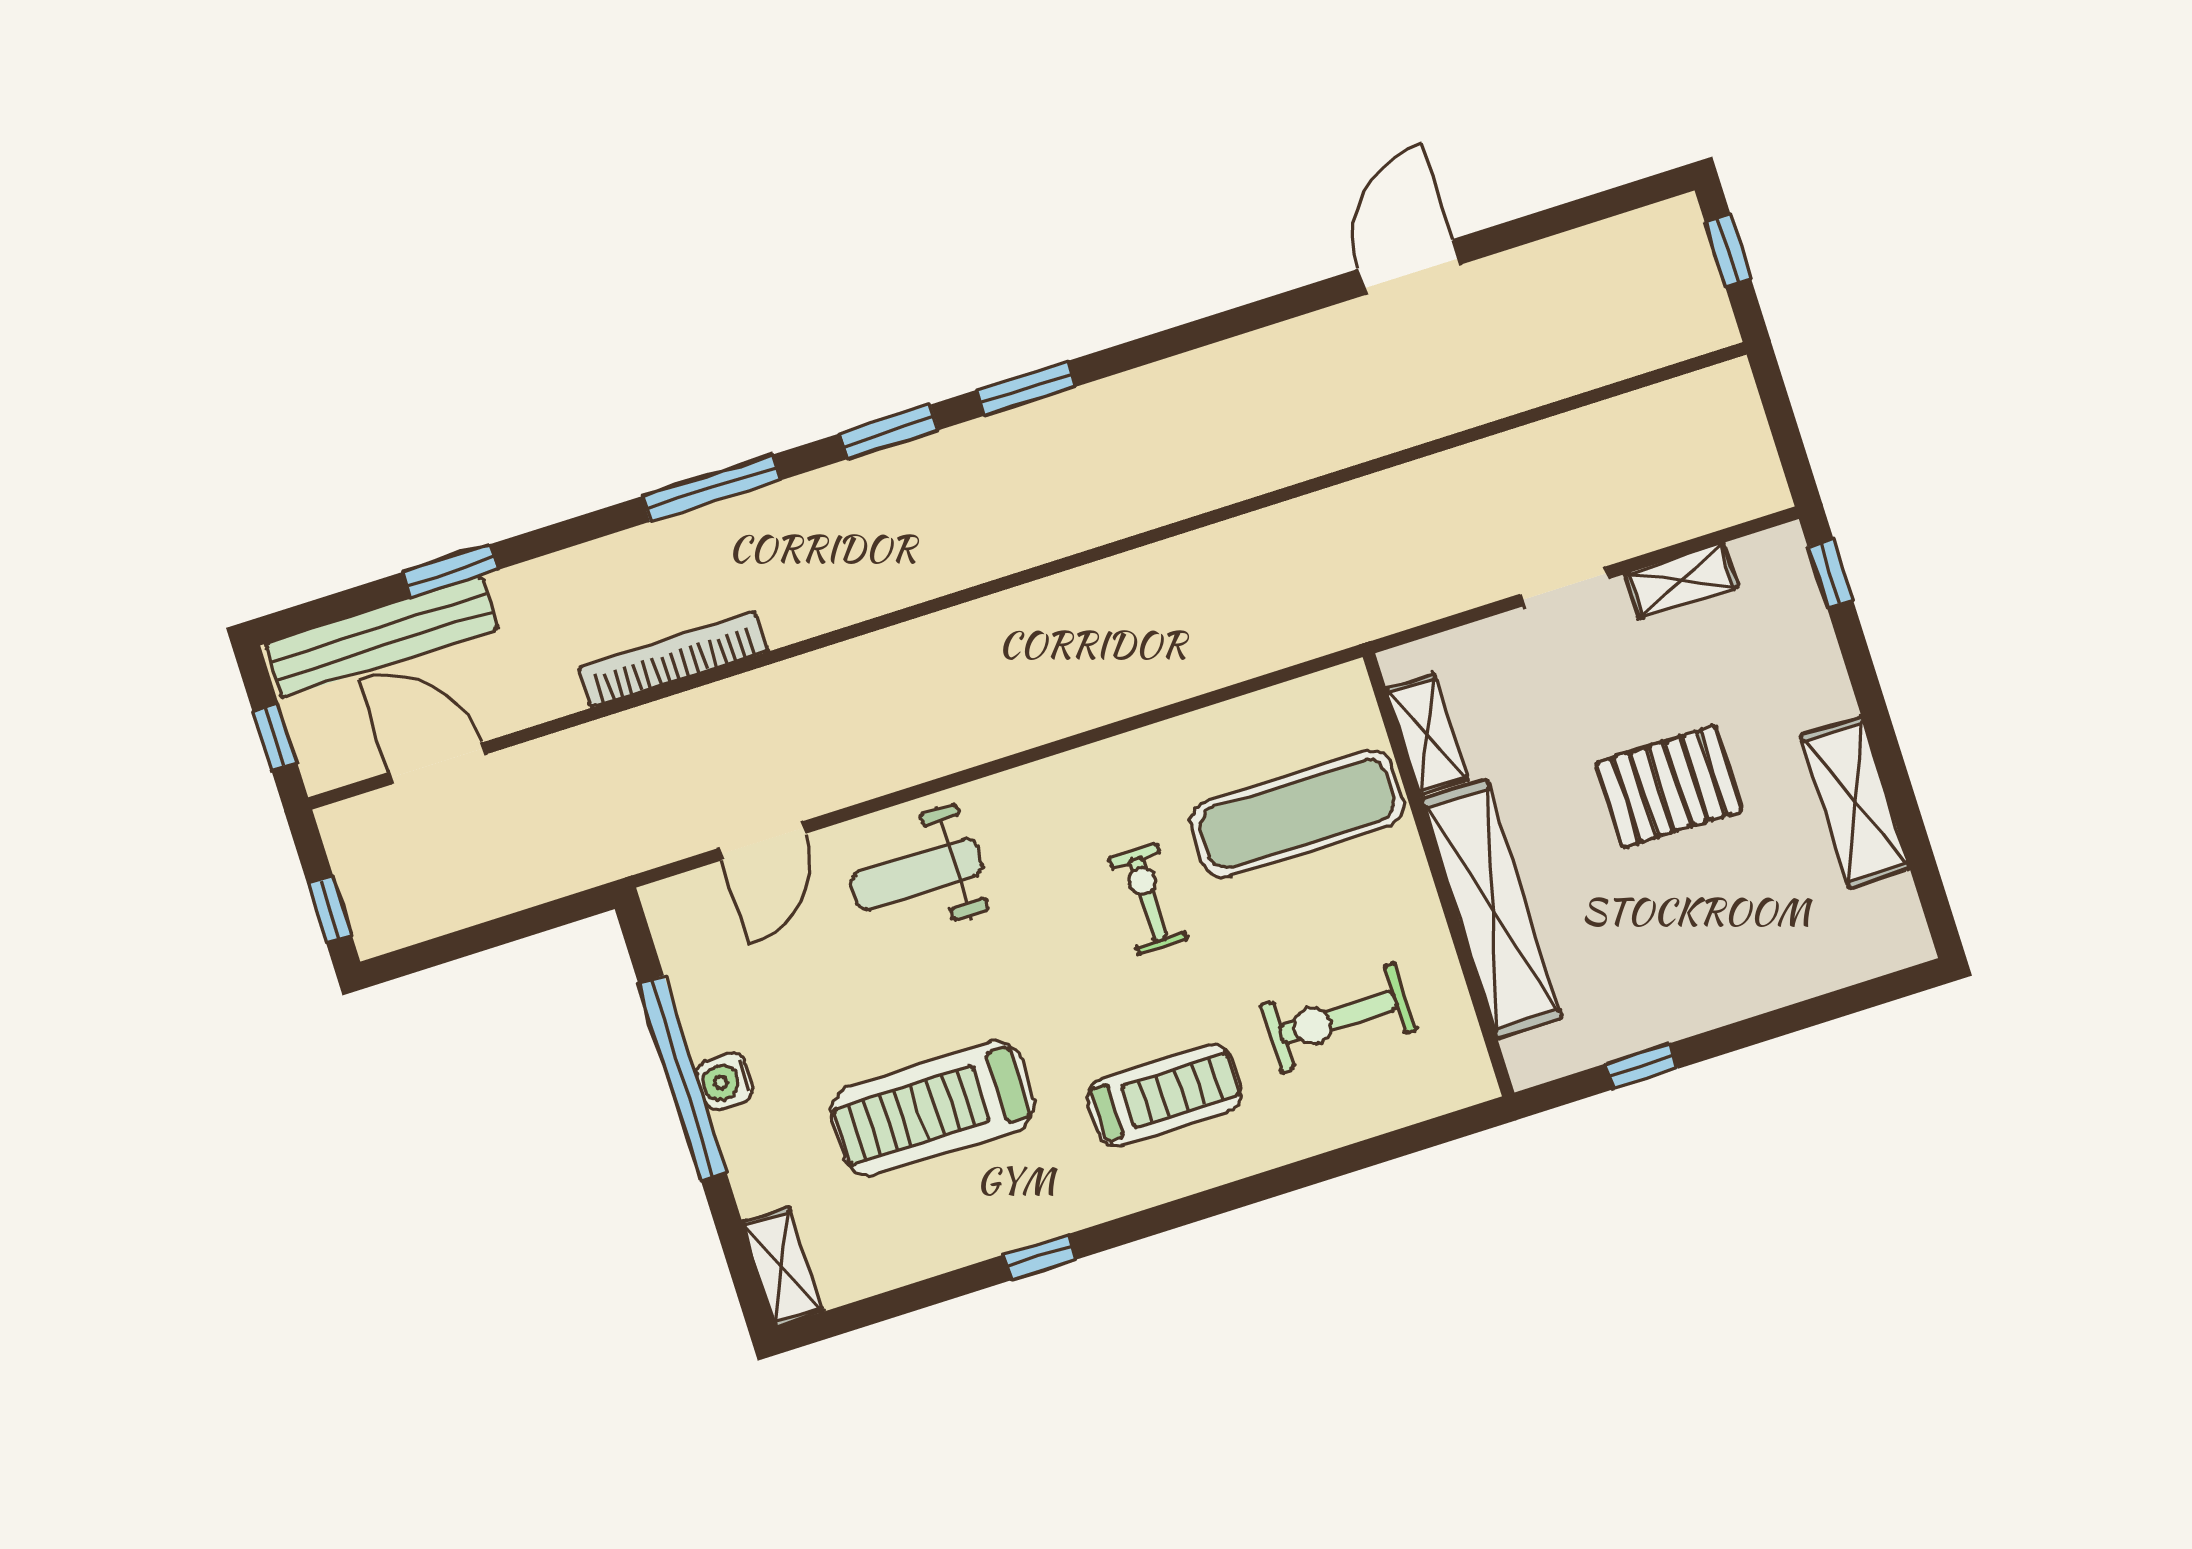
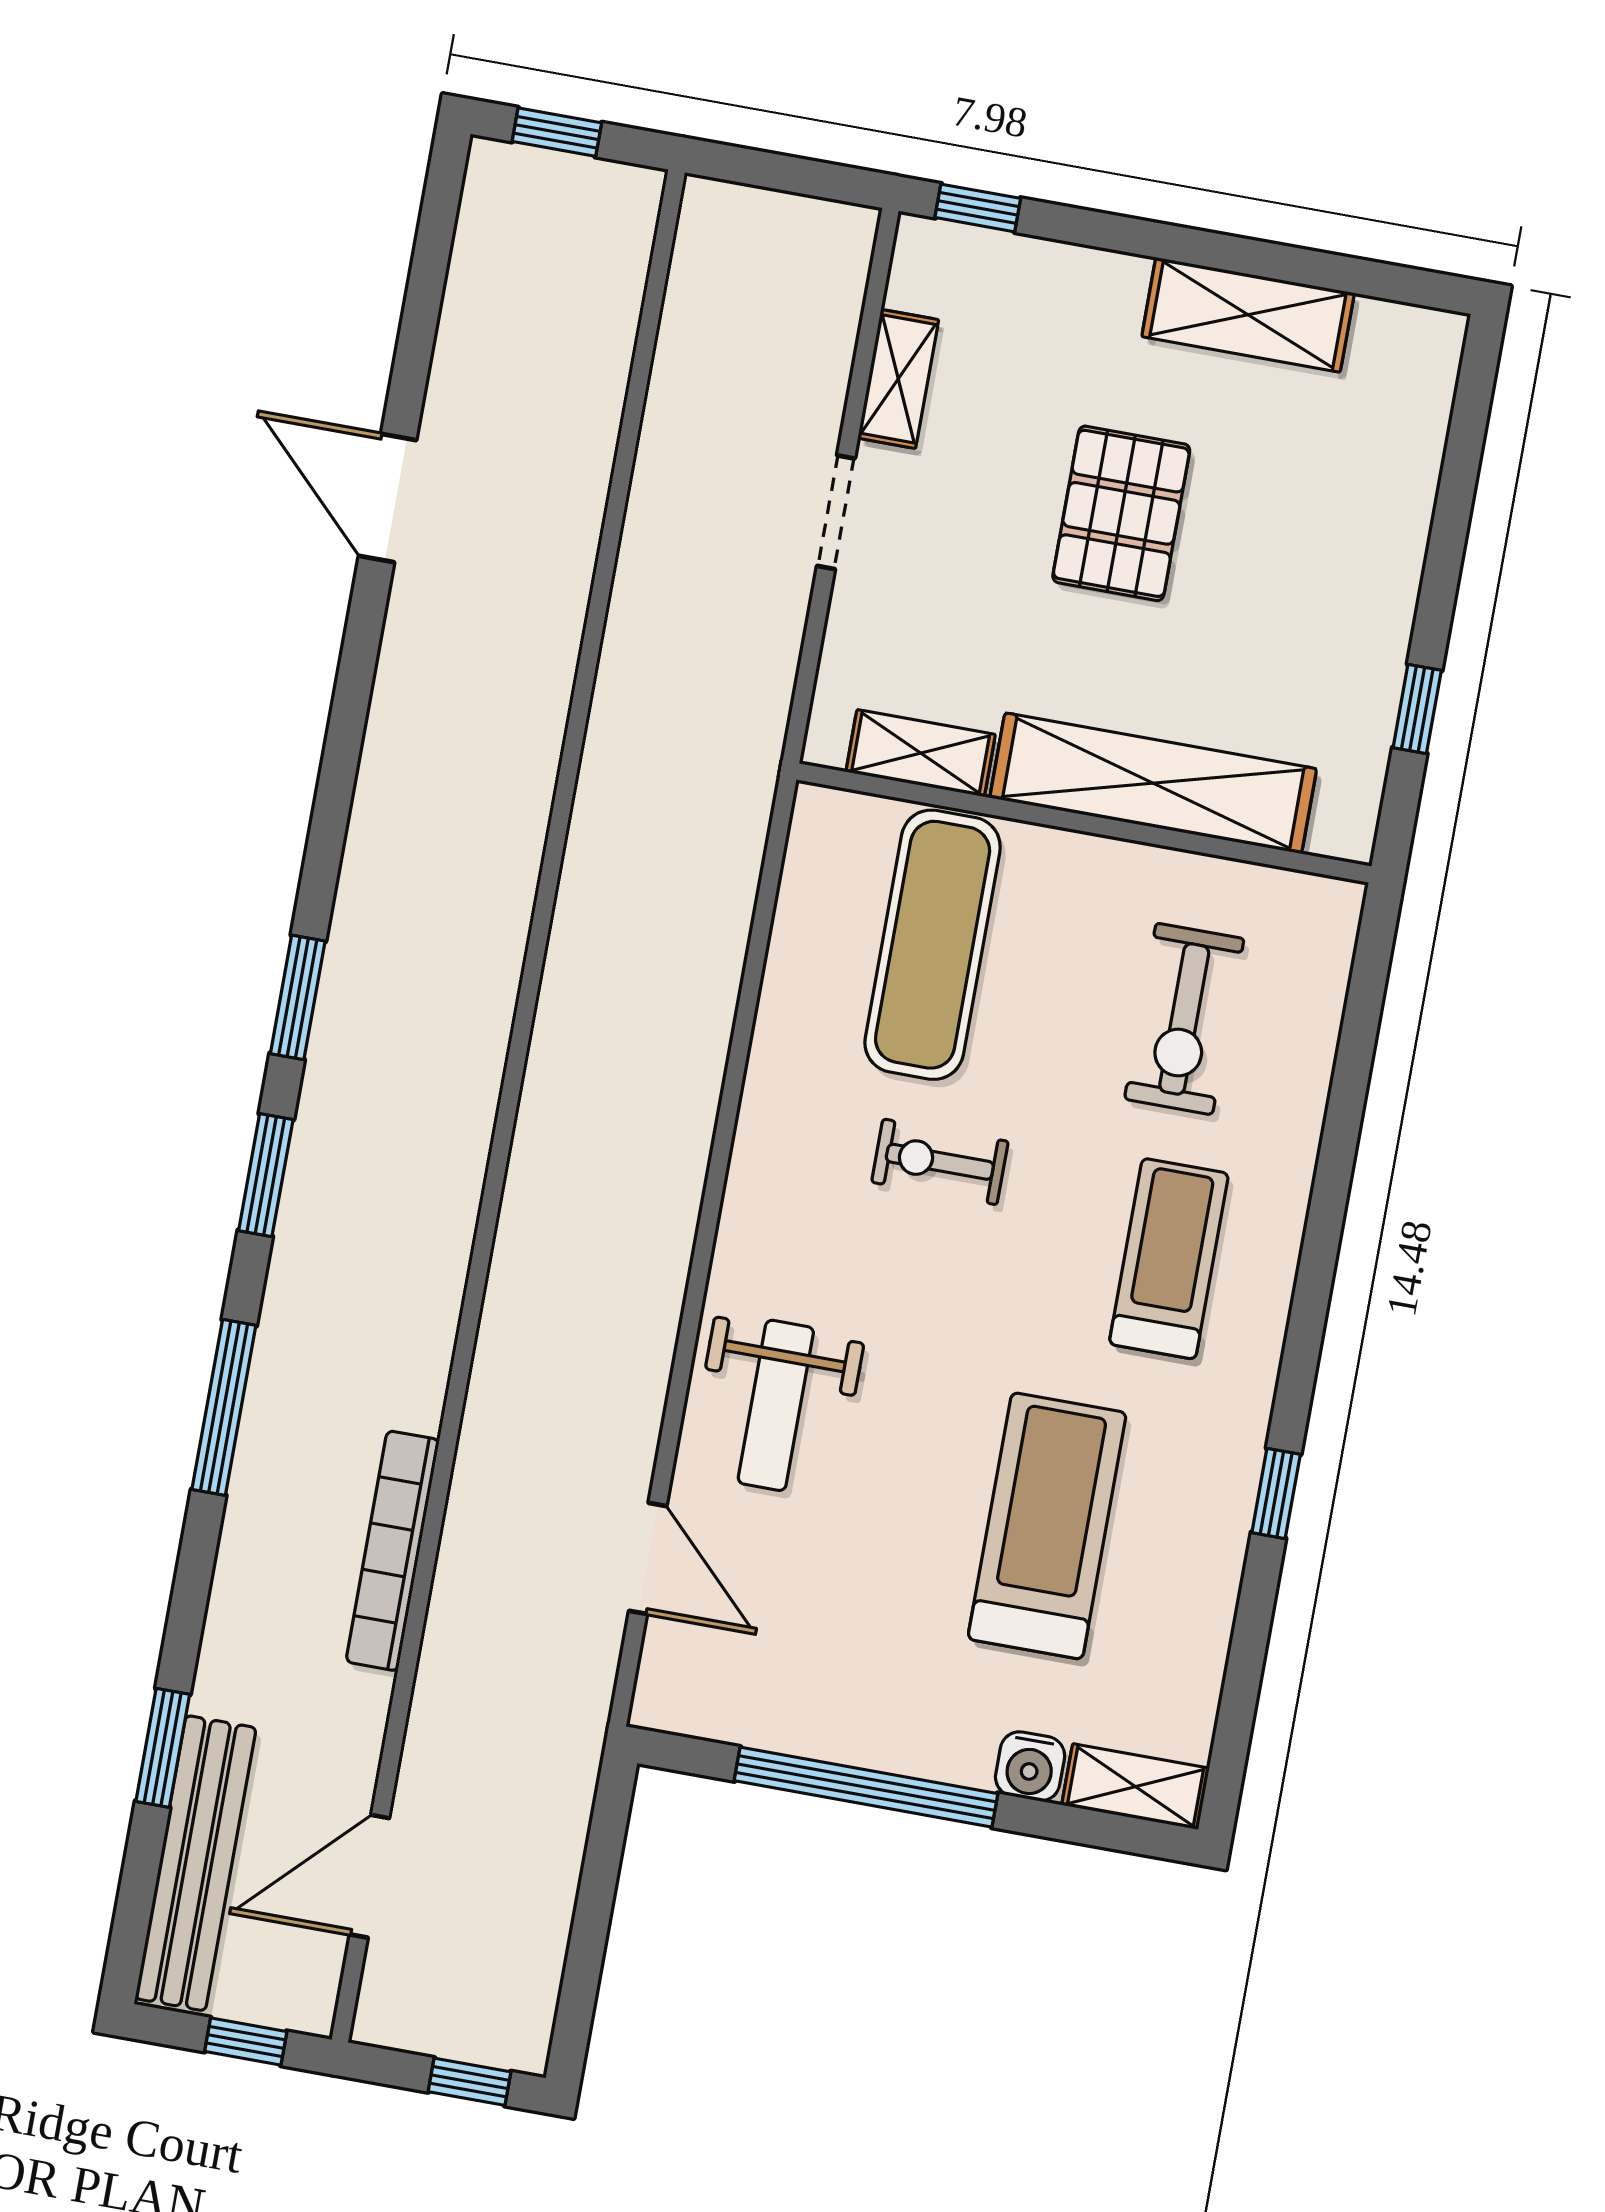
water cooler: (725, 1082) -> (1030, 1766), moved
treadmill: (932, 1109) -> (1047, 1526), turned 180

